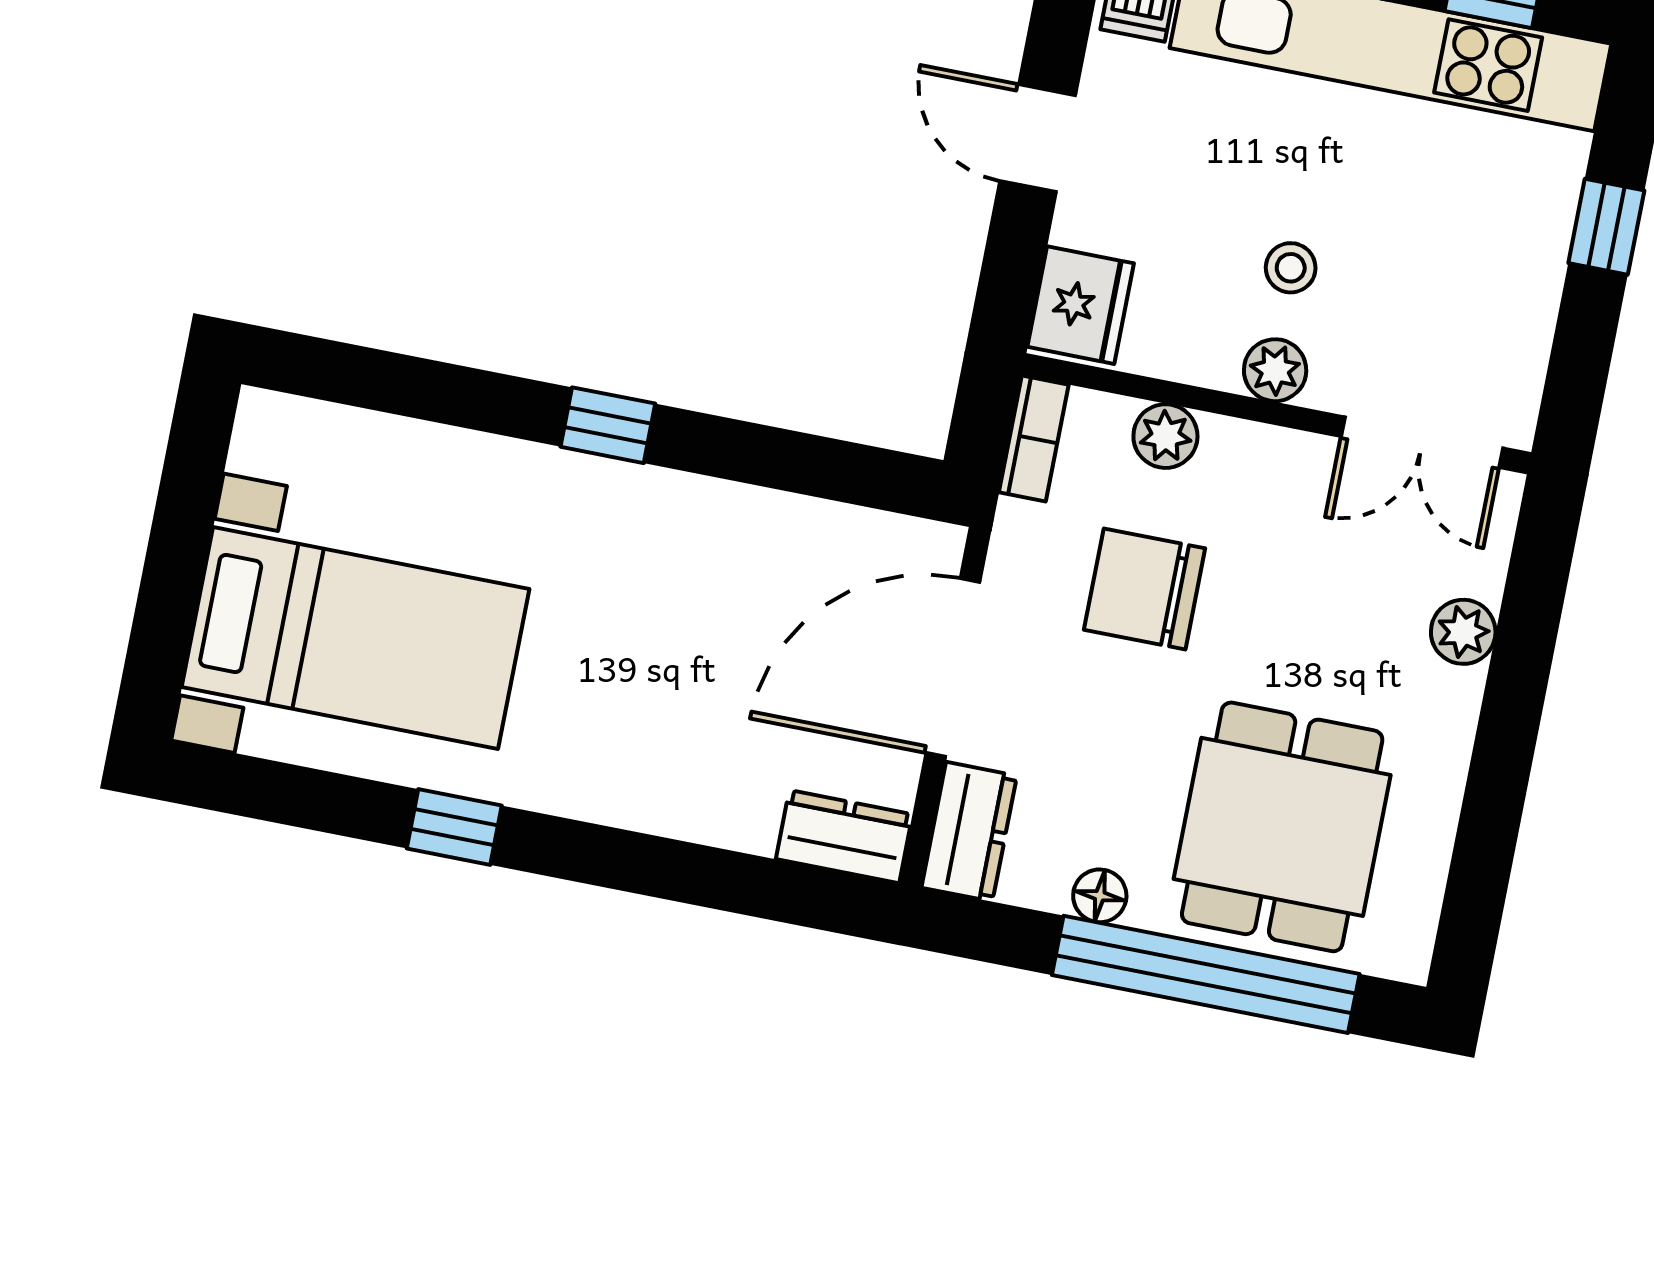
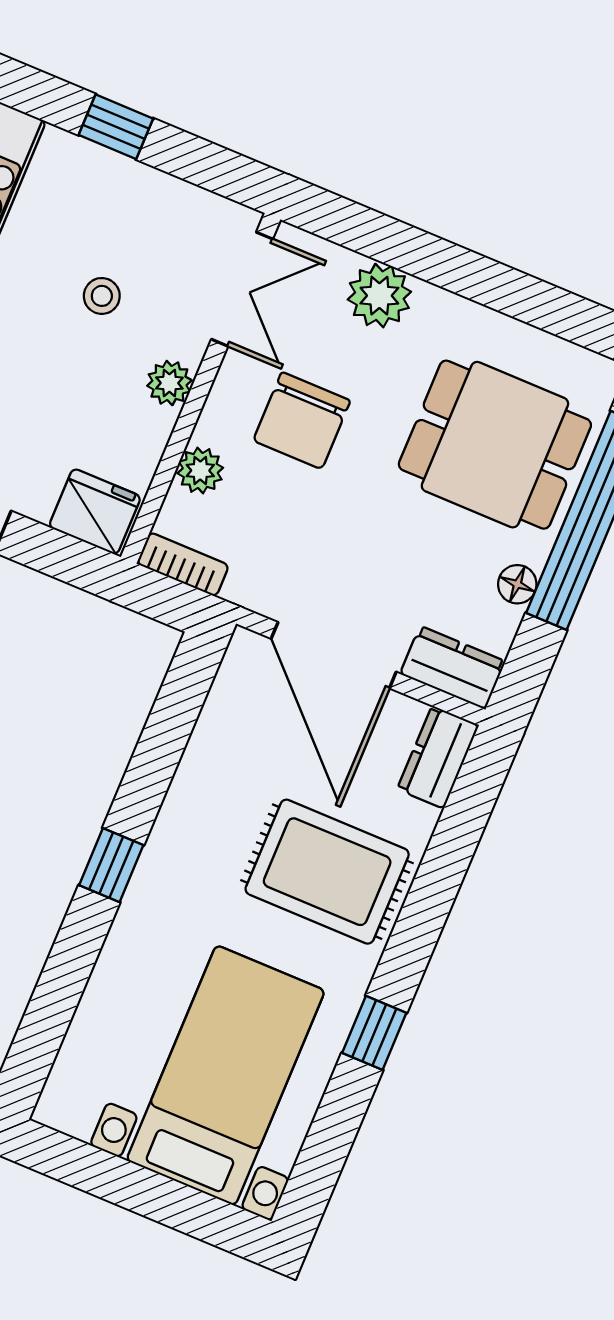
stool: (1291, 268) -> (102, 296), moved
chair: (1145, 589) -> (302, 421), moved
plant: (1463, 632) -> (379, 296), width x1.38, depth x1.38
rug: (659, 719) -> (327, 872), added

